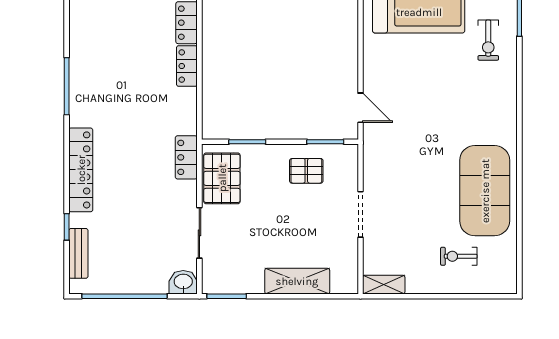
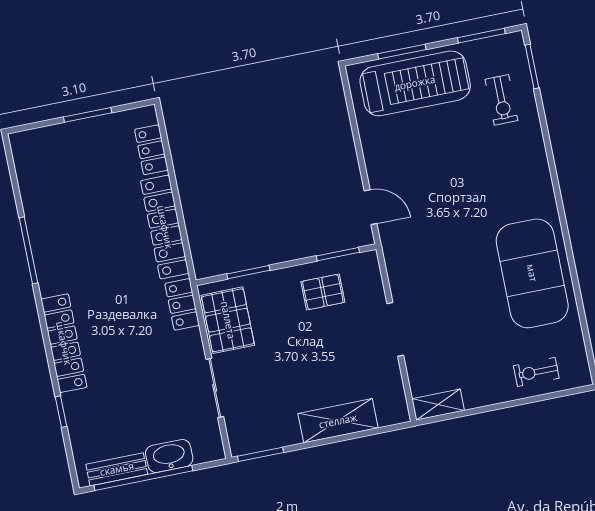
locker: (187, 66) -> (165, 227), width x2.16, depth x1.21
bench: (78, 253) -> (117, 469), moved, turned 90
exercise bike: (459, 256) -> (536, 372), moved
washbasin: (183, 282) -> (169, 456), moved, width x1.38

